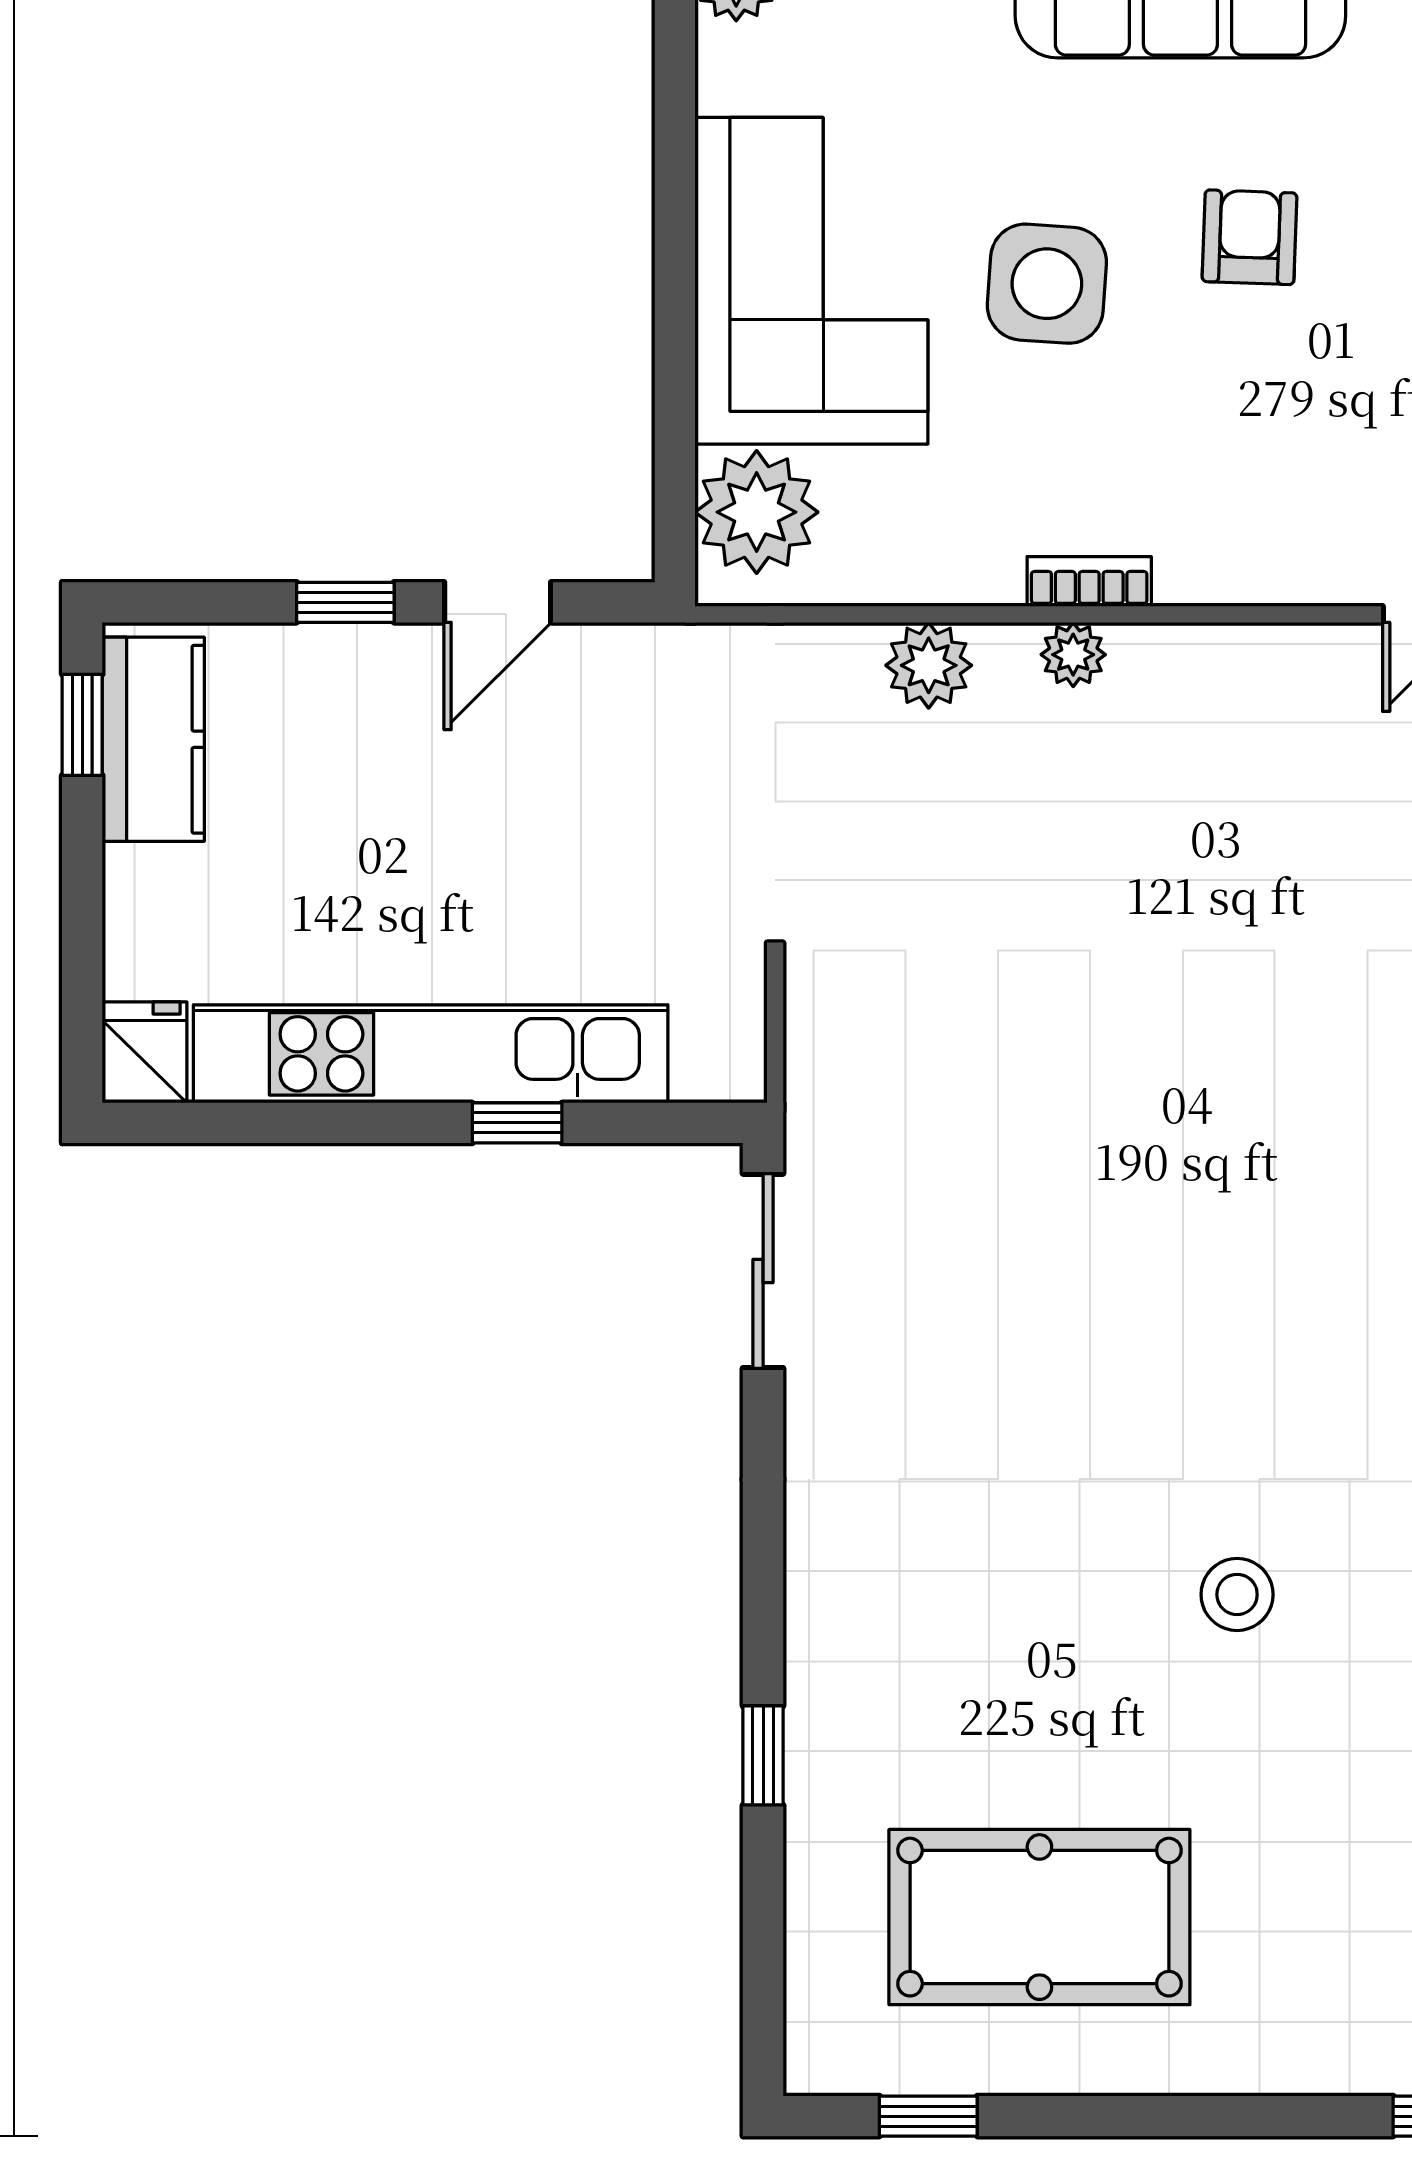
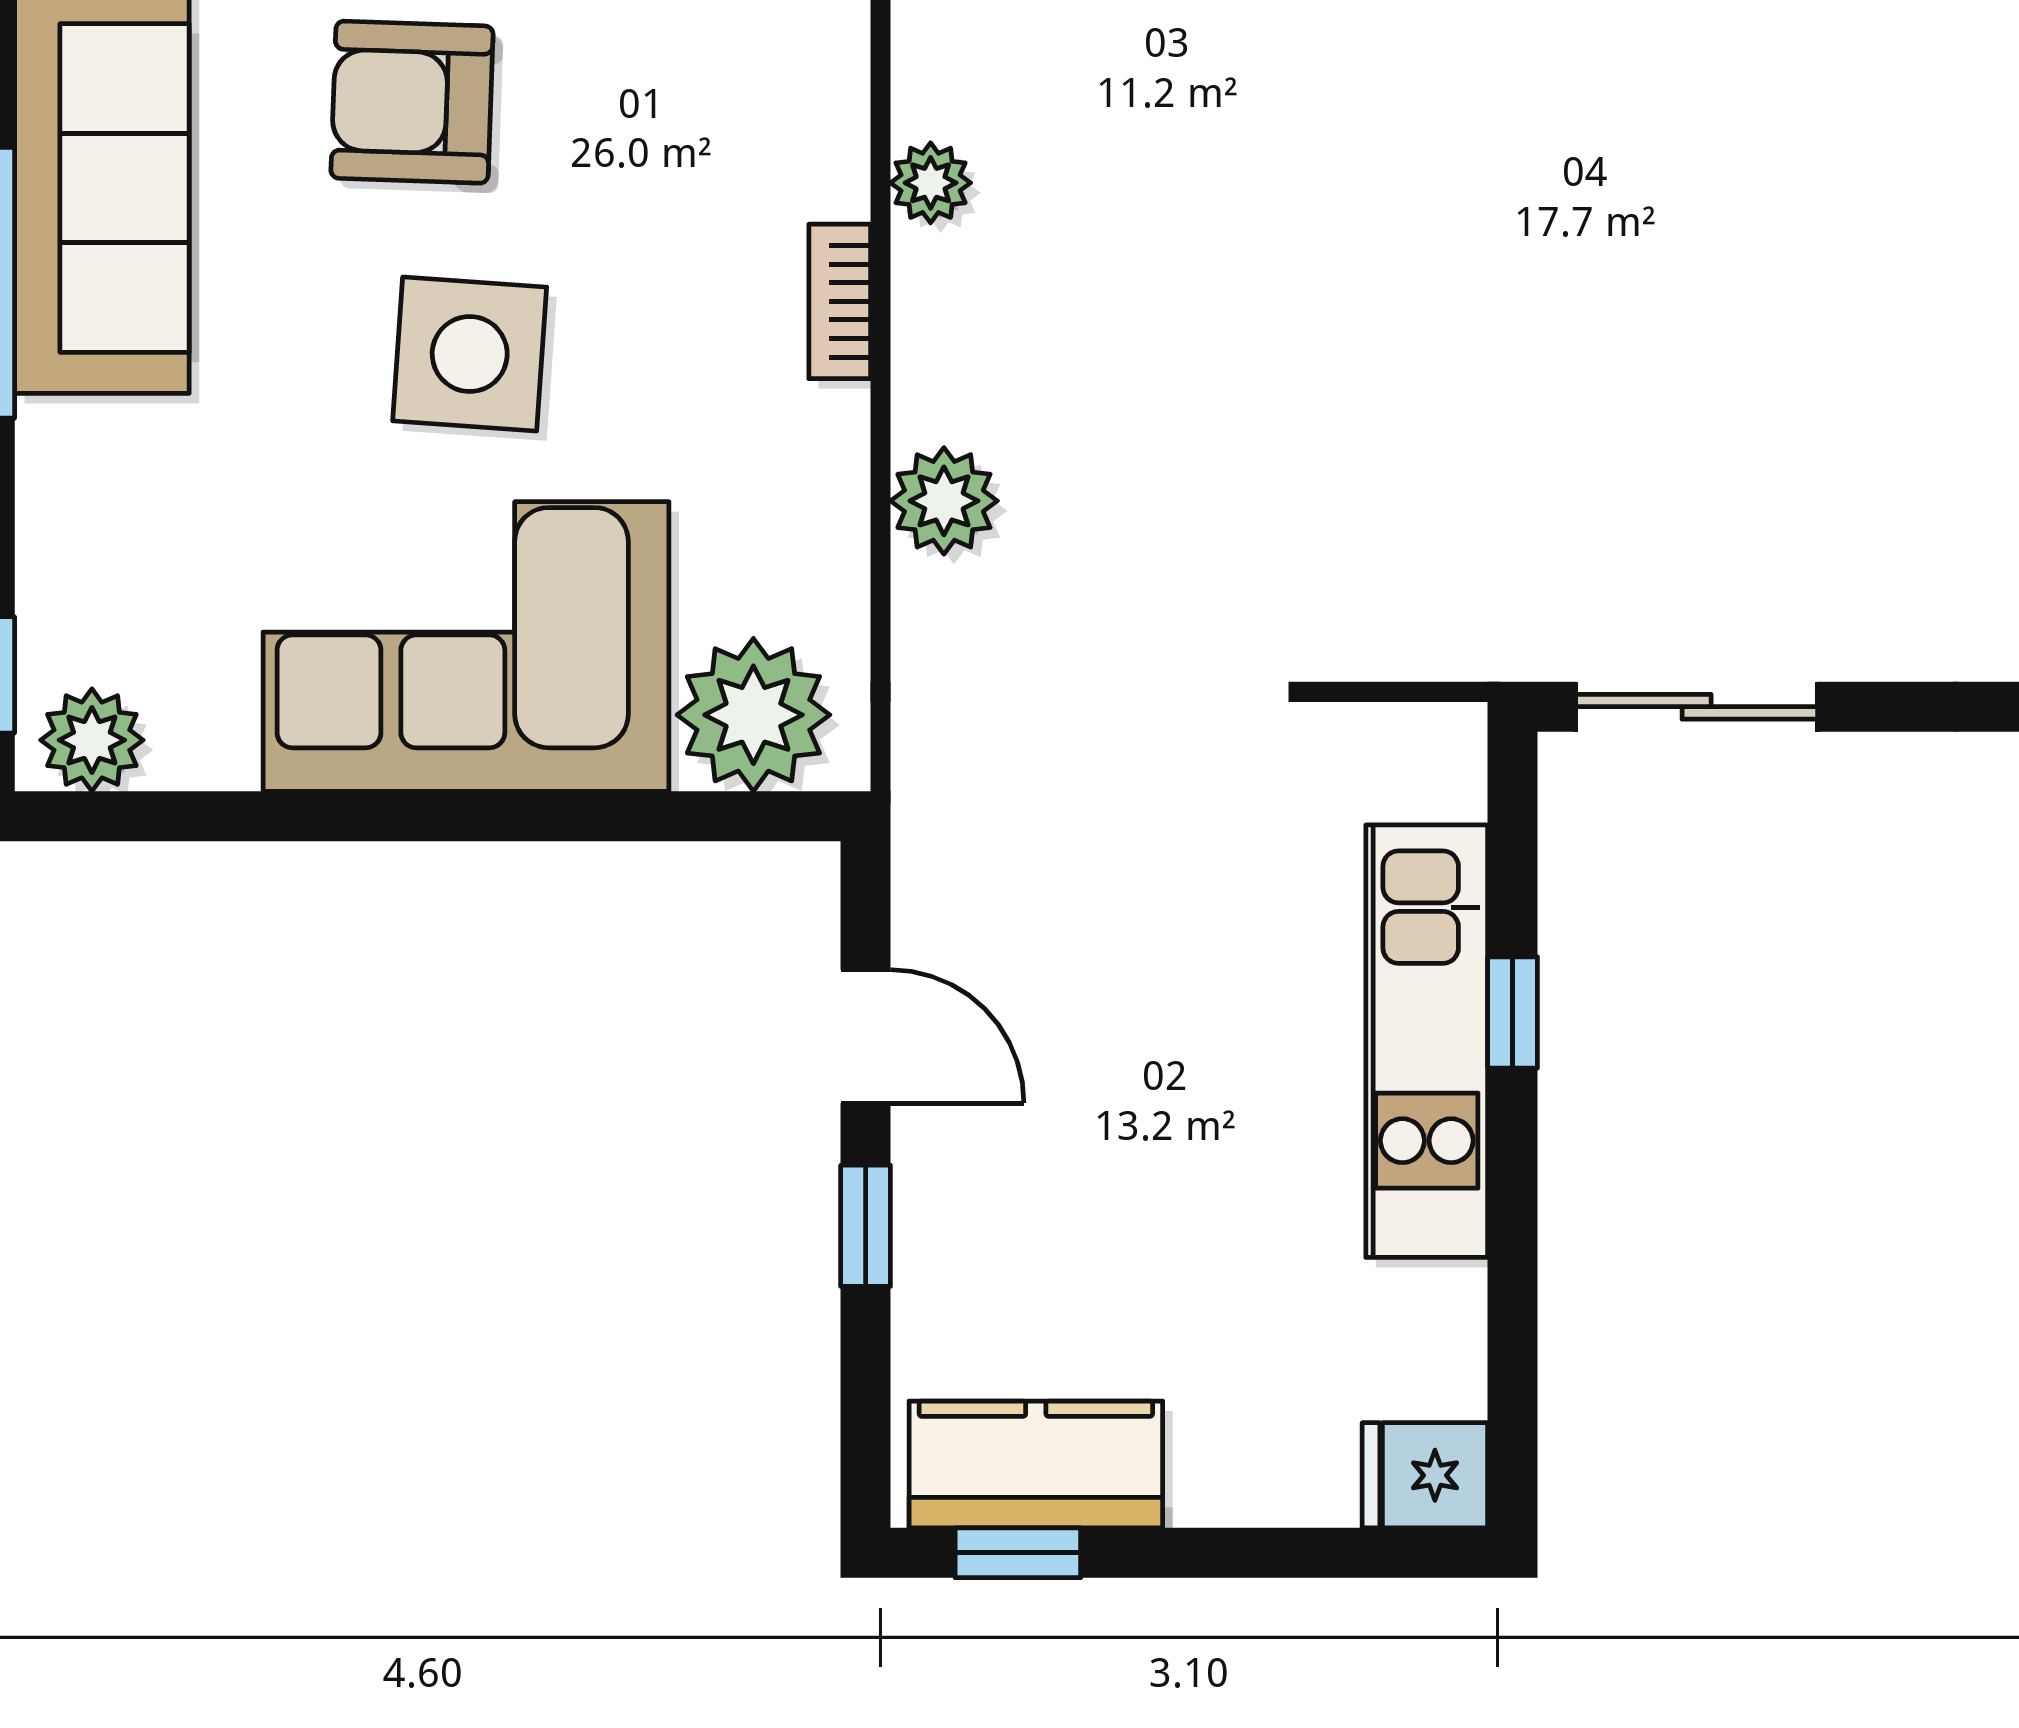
armchair: (1250, 237) -> (412, 102), width x1.38, depth x1.38
plant: (1073, 655) -> (931, 183), moved
kitchen unit: (431, 1054) -> (1427, 1041), width x0.73

